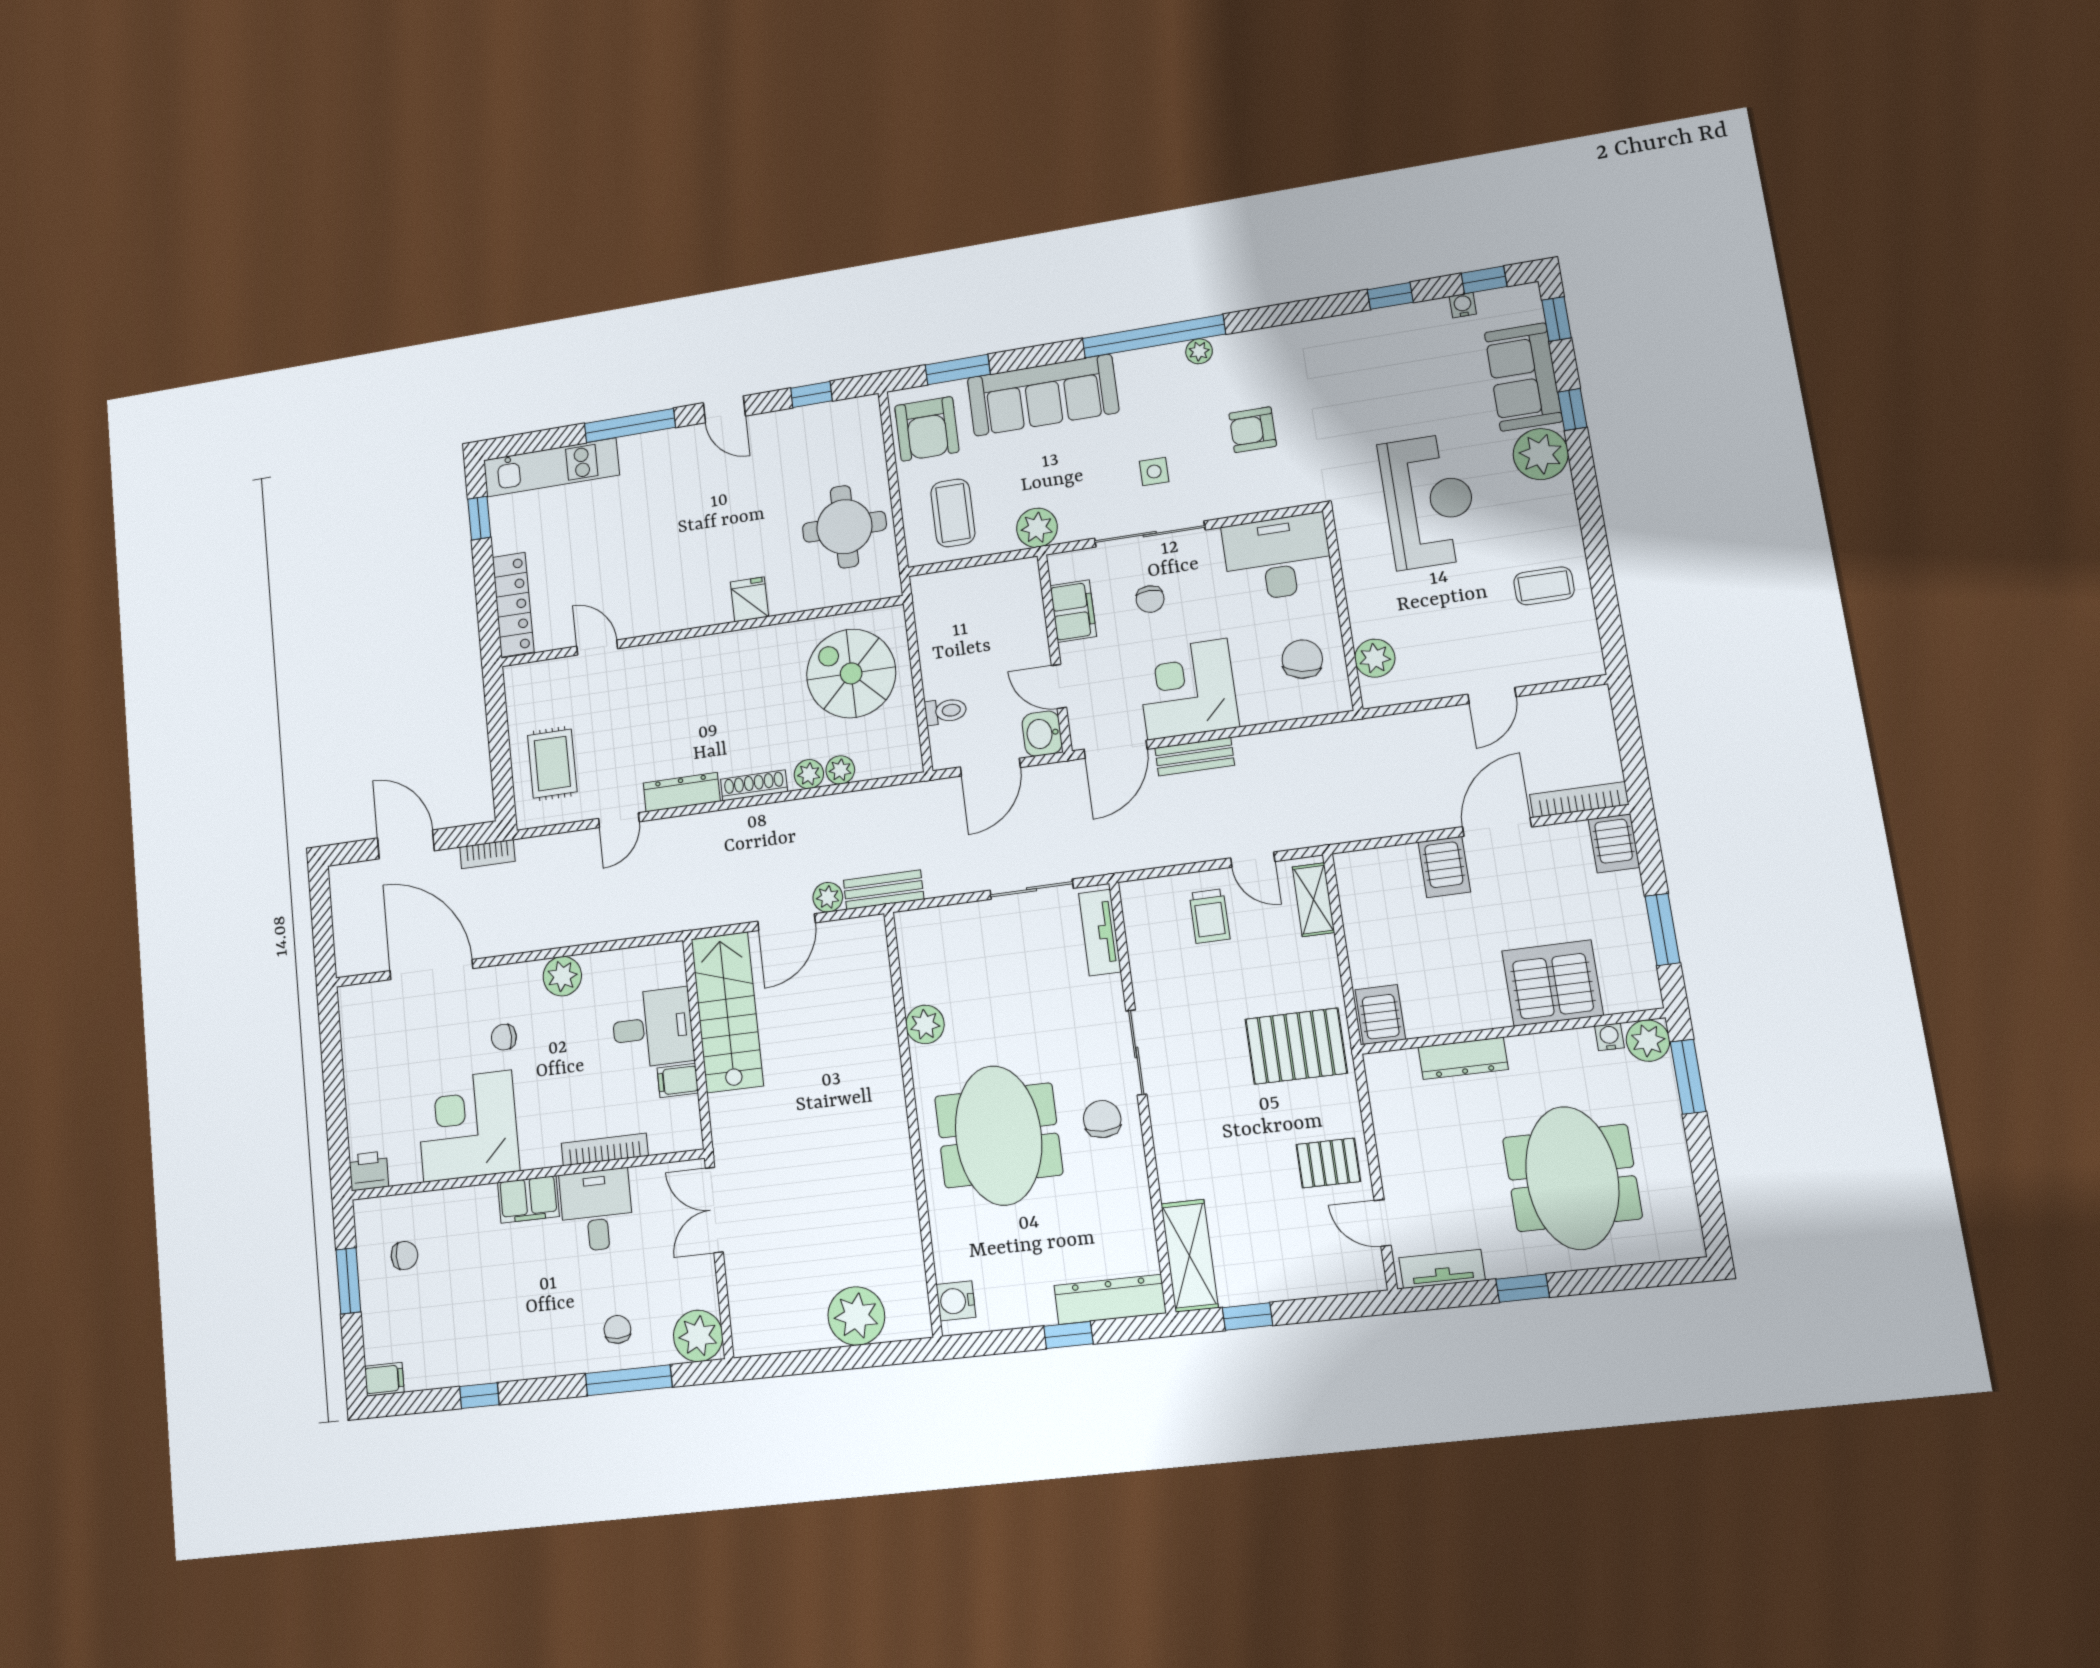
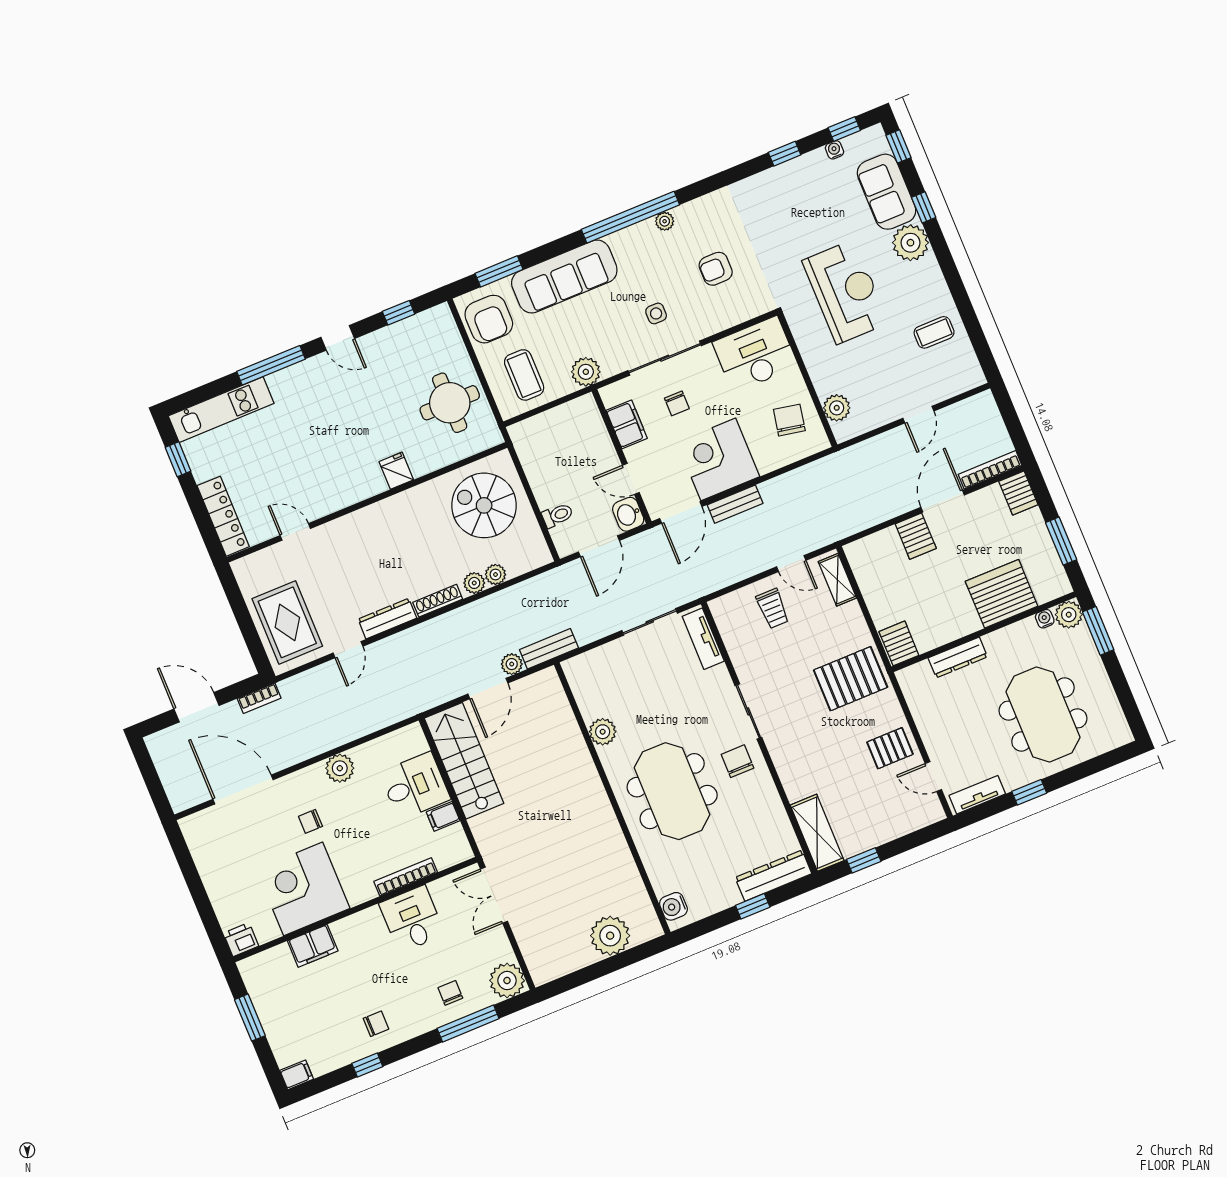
rug: (552, 764) -> (287, 622), width x1.36, depth x1.43
filing cabinet: (528, 1199) -> (313, 946), moved
chair: (404, 1255) -> (376, 1024), moved

